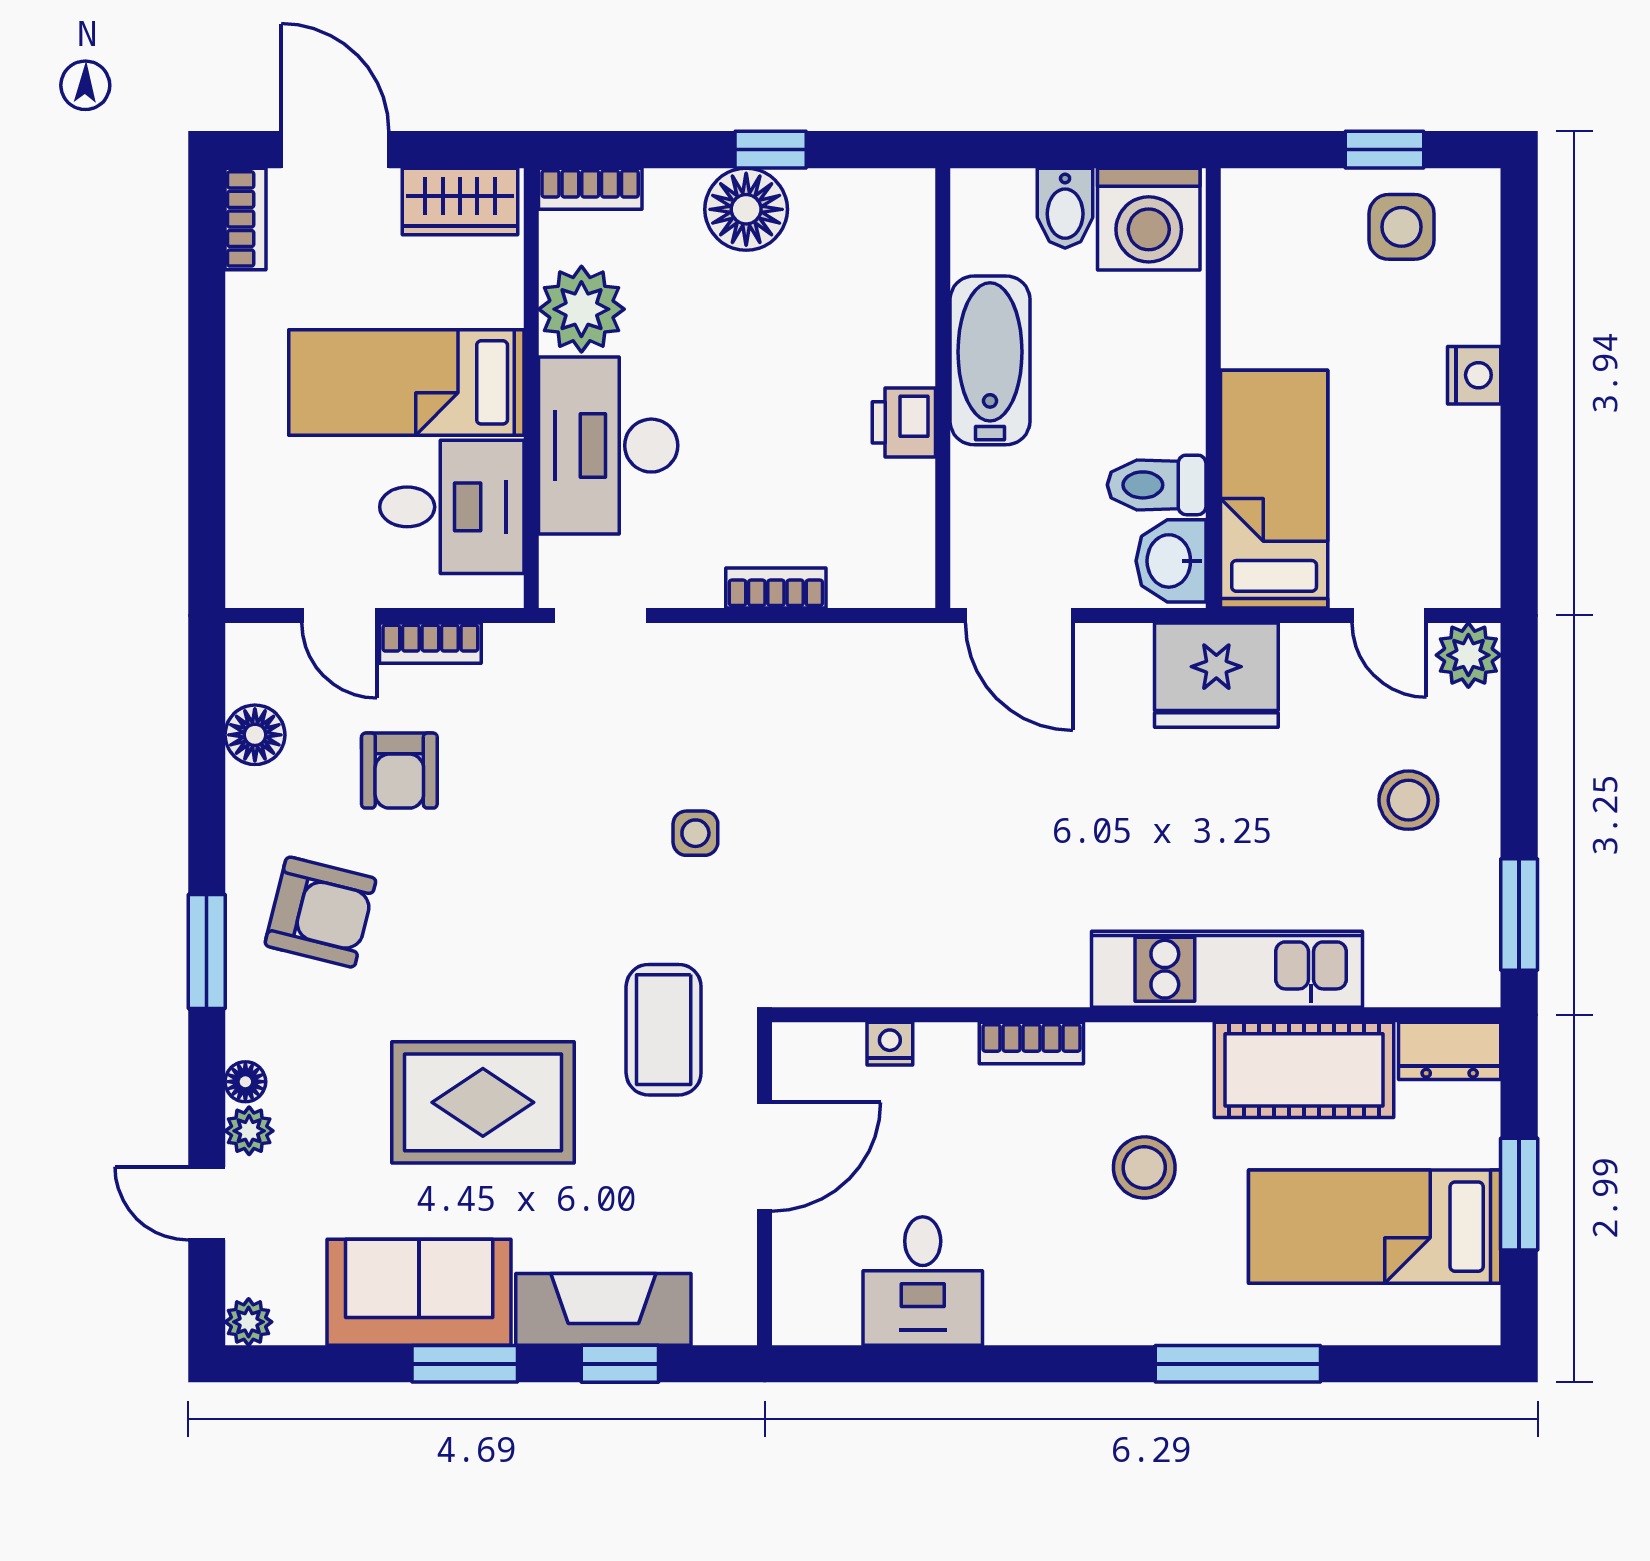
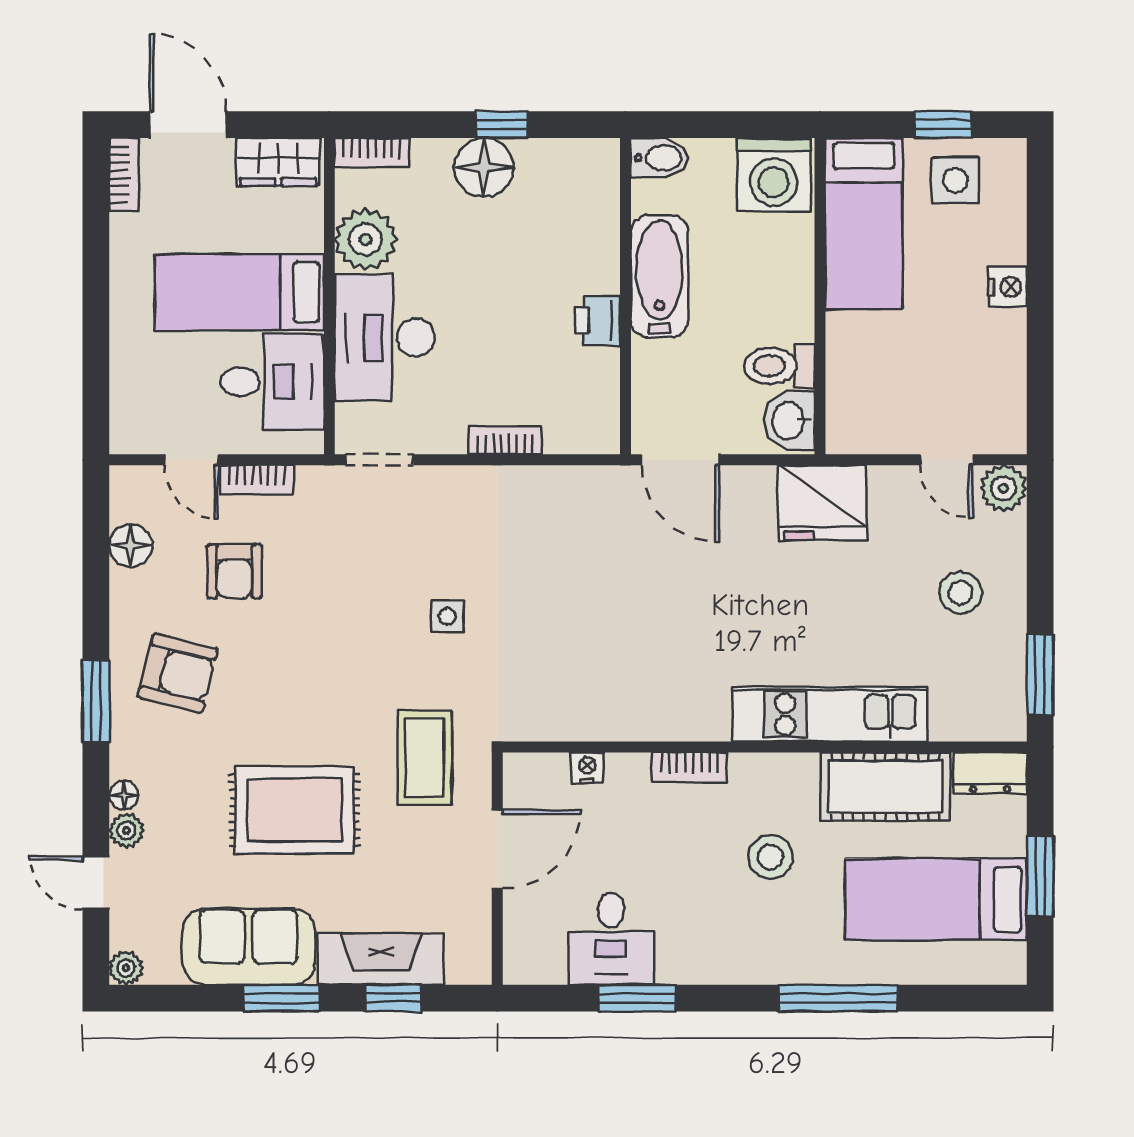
bidet: (1065, 208) -> (660, 158), moved, turned -90
bed: (1274, 489) -> (864, 223), moved, turned 180
window: (959, 1364) -> (637, 998), added

